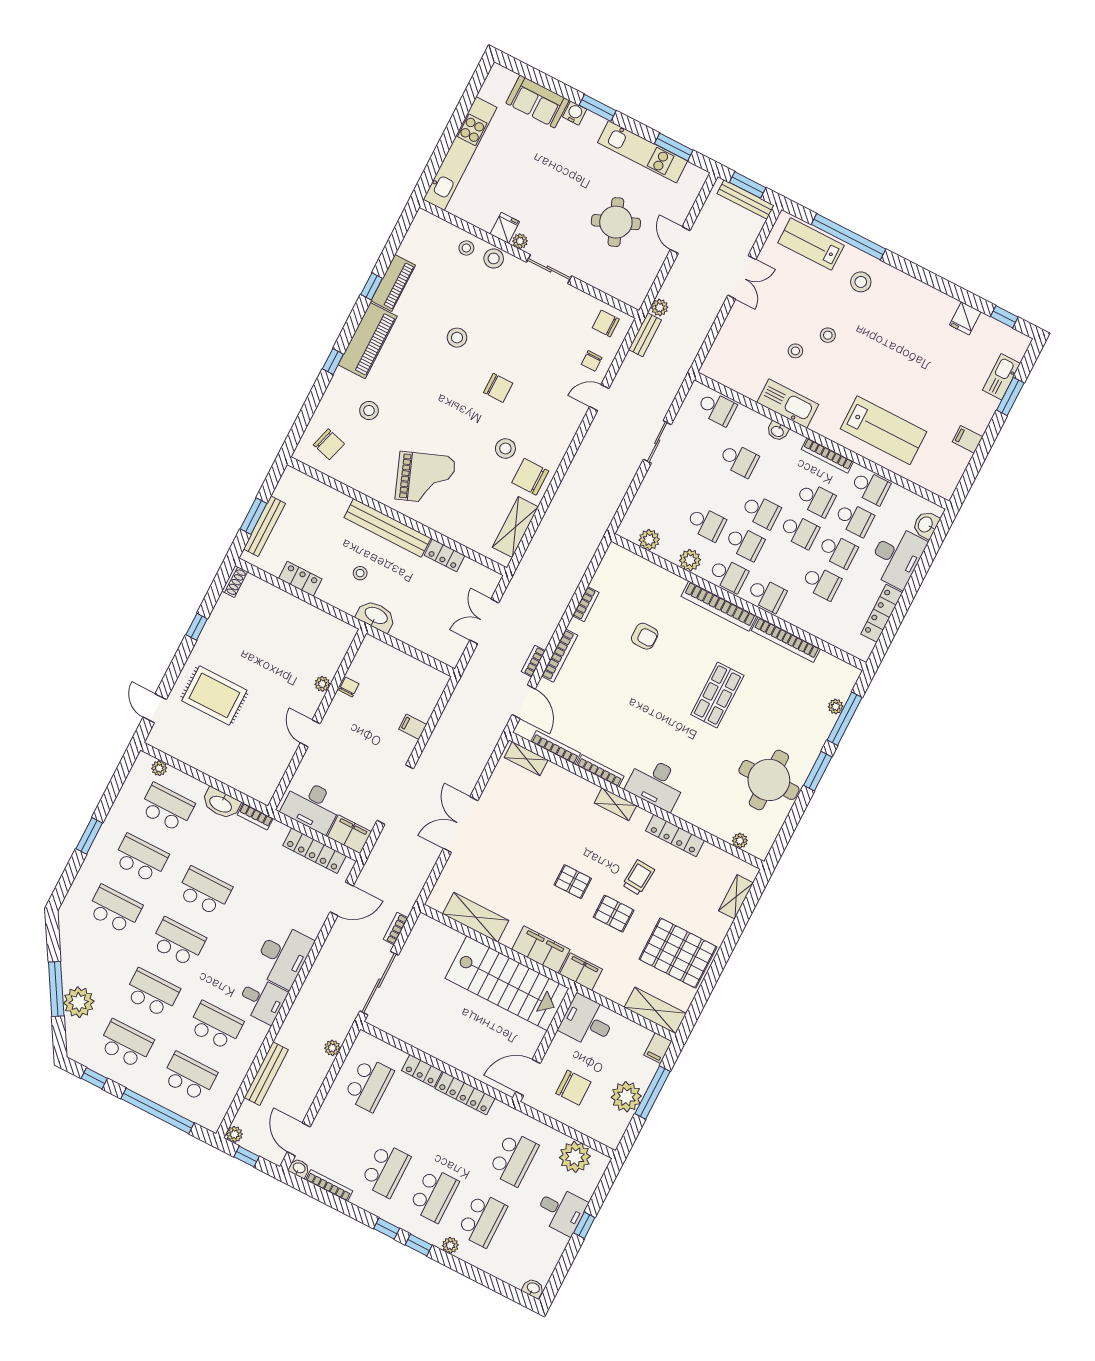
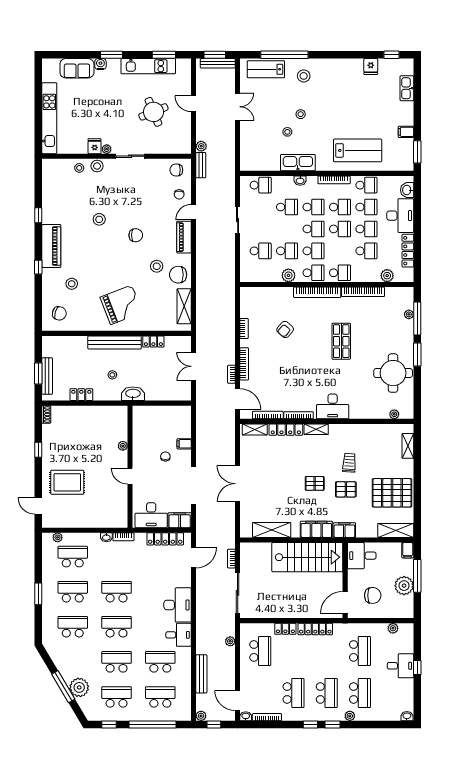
piano: (393, 283) -> (184, 237), moved, turned 180
window: (1010, 396) -> (417, 152), moved
school desk: (777, 480) -> (314, 207), added
school desk: (668, 504) -> (261, 251), added
plant: (649, 540) -> (387, 276), moved
armchair: (645, 636) -> (285, 329), turned 131
chair: (349, 687) -> (165, 457), moved
washbasin: (221, 804) -> (106, 537), width x0.52, depth x0.69
locker: (675, 836) -> (286, 430), moved
plant: (575, 1157) -> (393, 628), width x0.53, depth x0.53

